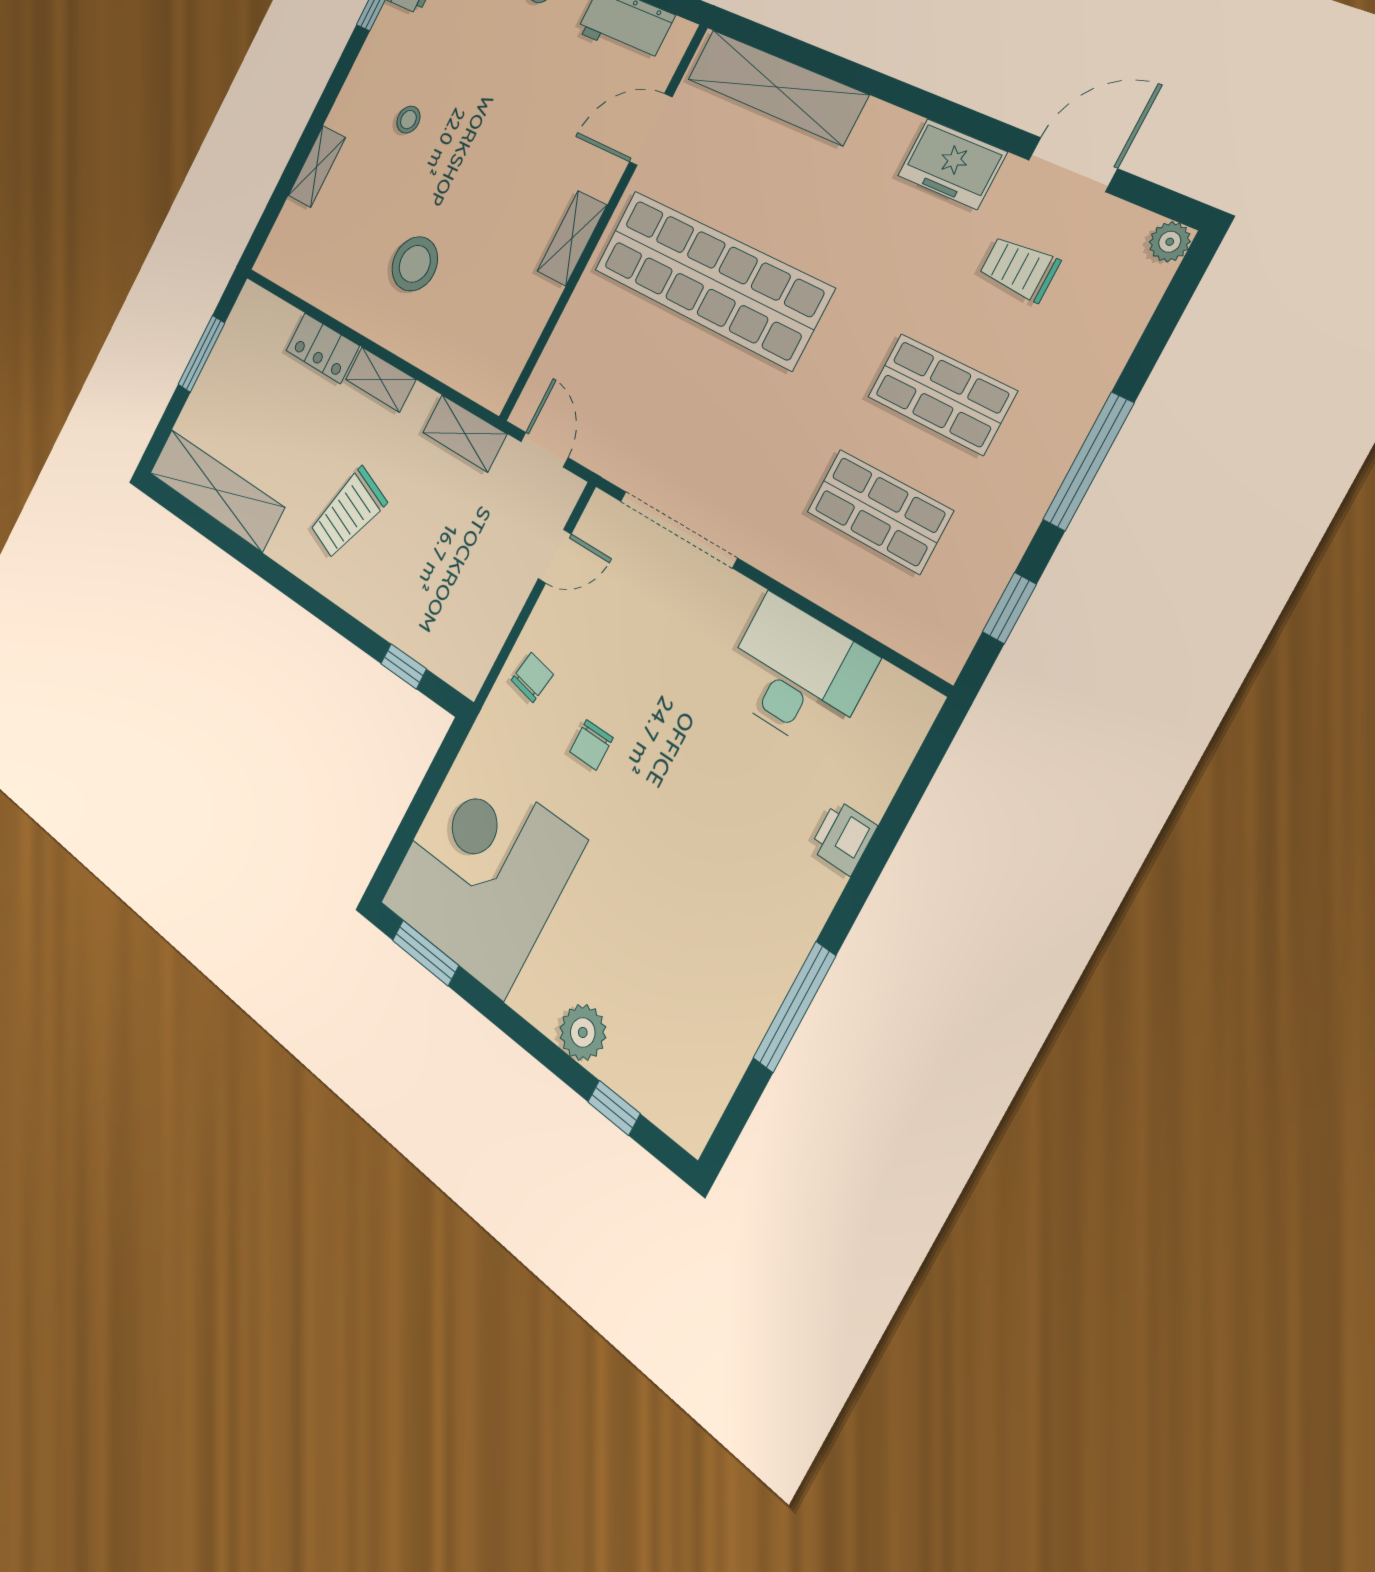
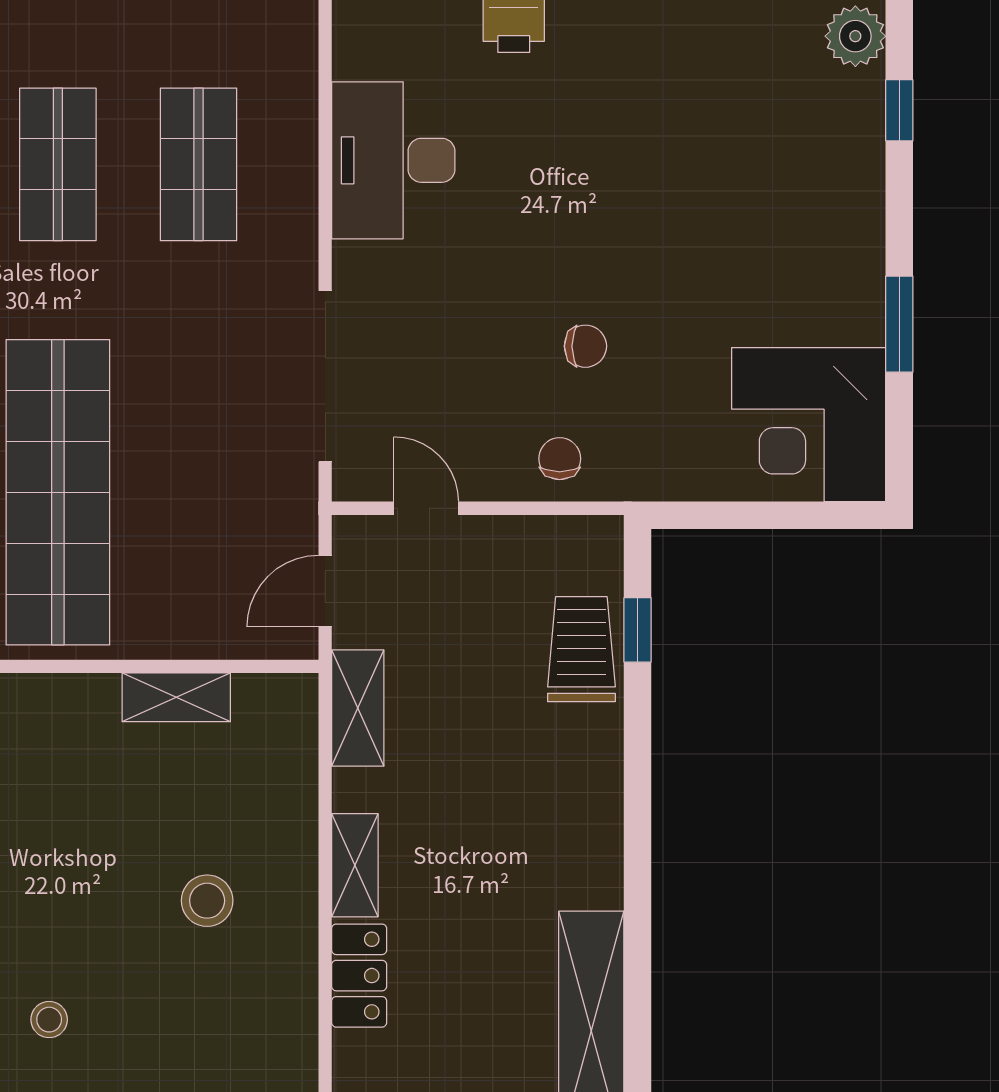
shelving: (572, 238) -> (176, 697), moved
stool: (415, 264) -> (207, 901), width x0.73, depth x0.73
trolley: (348, 513) -> (581, 649), moved, turned -109
chair: (532, 677) -> (560, 459), turned 80
corner desk: (482, 872) -> (809, 425), width x0.74, depth x0.74
window: (425, 953) -> (899, 324), moved
plant: (583, 1032) -> (855, 36), moved

